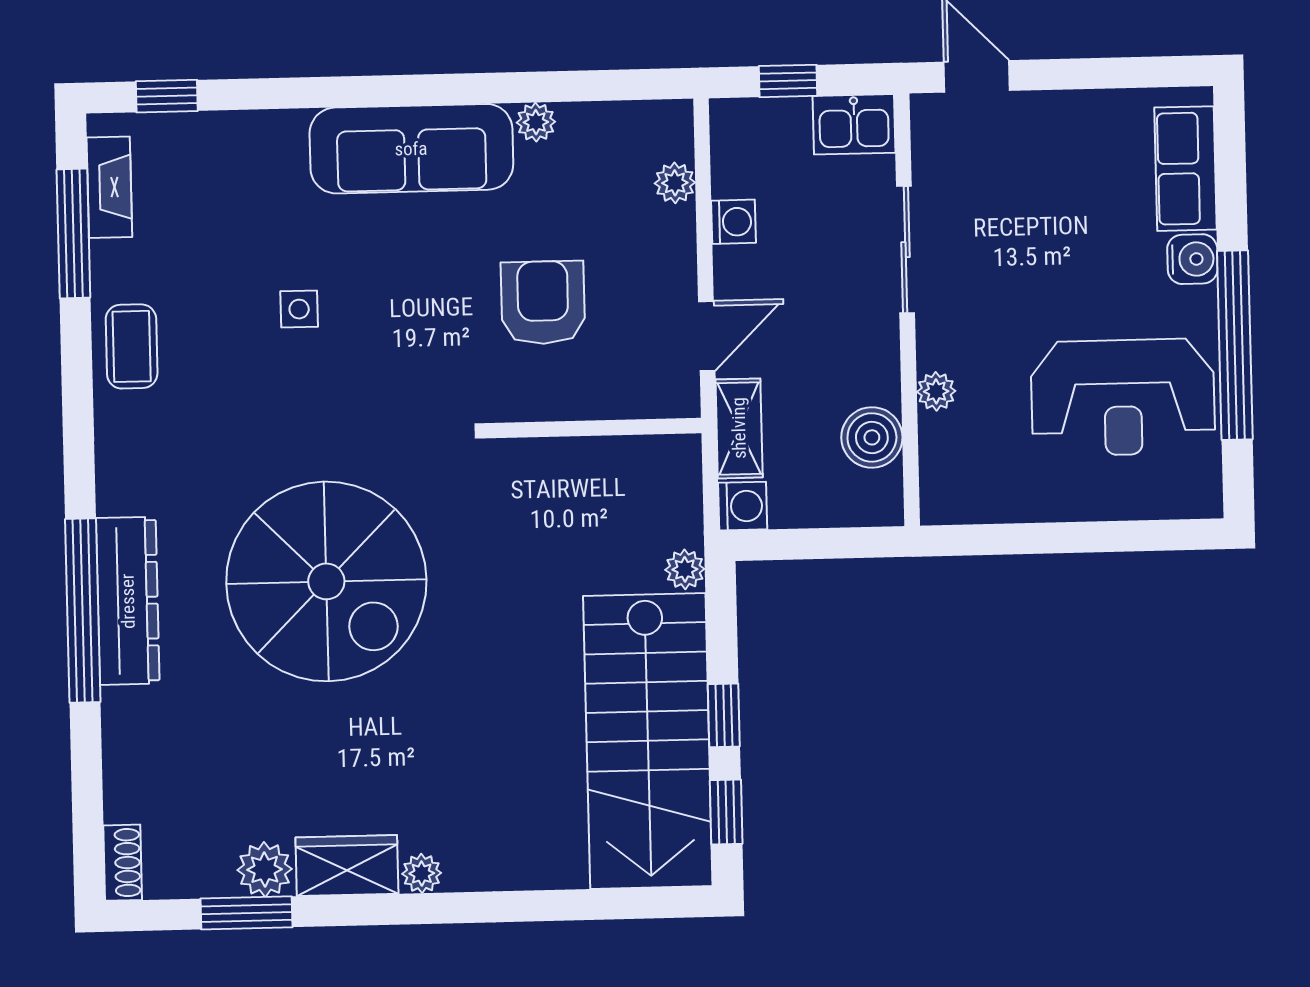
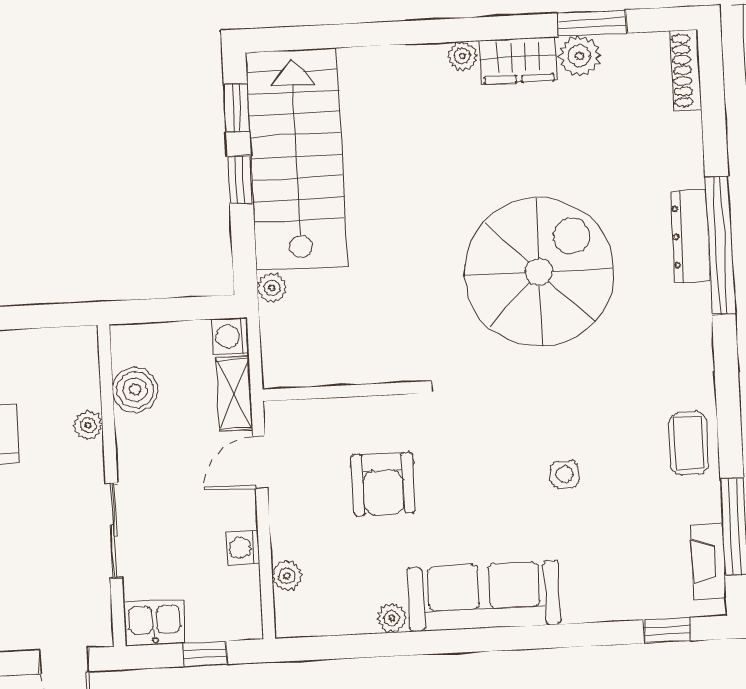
spiral stairs: (326, 581) -> (539, 272), turned 90
dresser: (128, 601) -> (690, 237), width x0.73, depth x0.80
shoe rack: (123, 863) -> (686, 70), width x1.43

